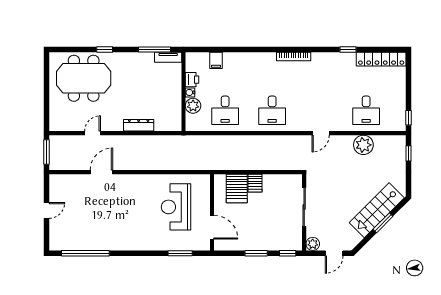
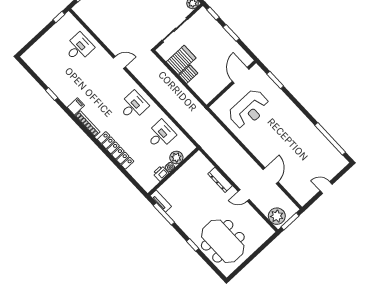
locker: (381, 59) -> (116, 150), moved
filing cabinet: (216, 60) -> (76, 106), moved
door: (93, 133) -> (244, 195), moved
plant: (363, 145) -> (277, 216), moved
door: (101, 172) -> (271, 176), swing flipped
server rack: (237, 188) -> (181, 60), moved

